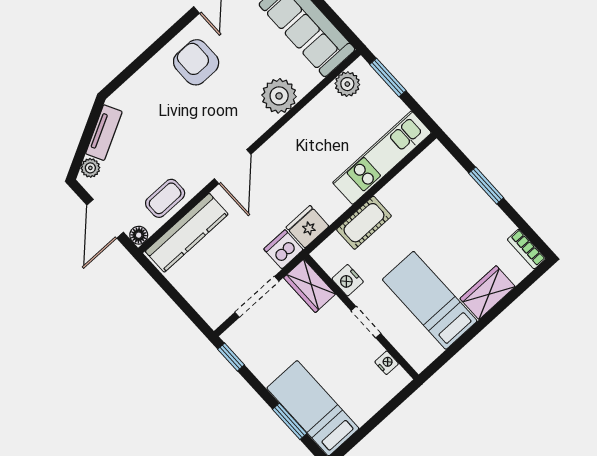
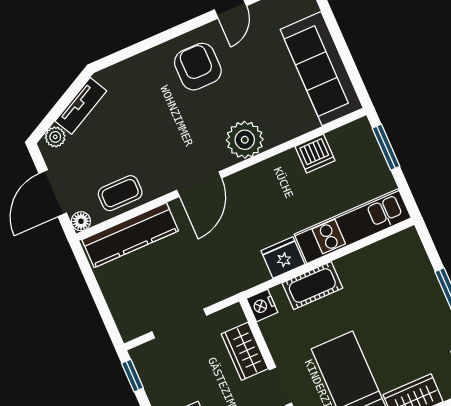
plant: (347, 84) -> (343, 140), removed
plant: (279, 96) -> (245, 140), moved
fridge: (307, 227) -> (283, 258), moved
dishwasher: (283, 249) -> (315, 153), moved, turned 180
nightstand: (348, 280) -> (262, 305), moved
wardrobe: (310, 286) -> (245, 351), moved

